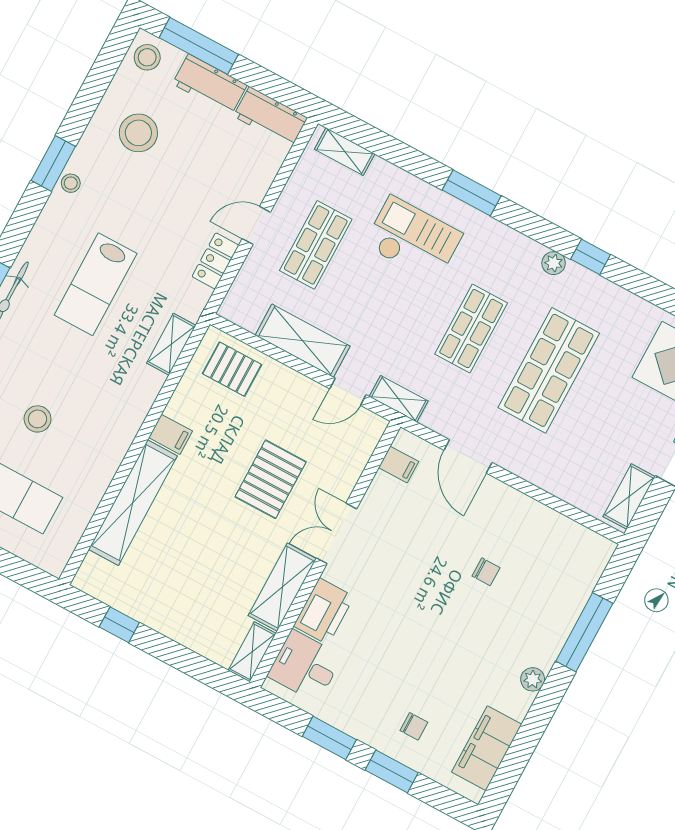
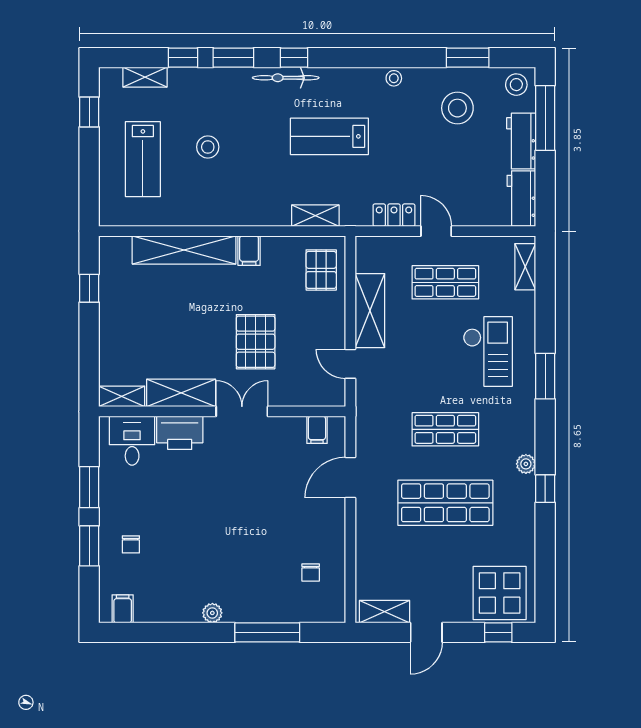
window: (53, 163) -> (468, 58), moved
shelving: (399, 399) -> (365, 404), removed
pallet: (271, 479) -> (256, 342), turned 90
chair: (486, 572) -> (311, 572), moved
filing cabinet: (487, 748) -> (123, 609), width x0.33, depth x0.86

